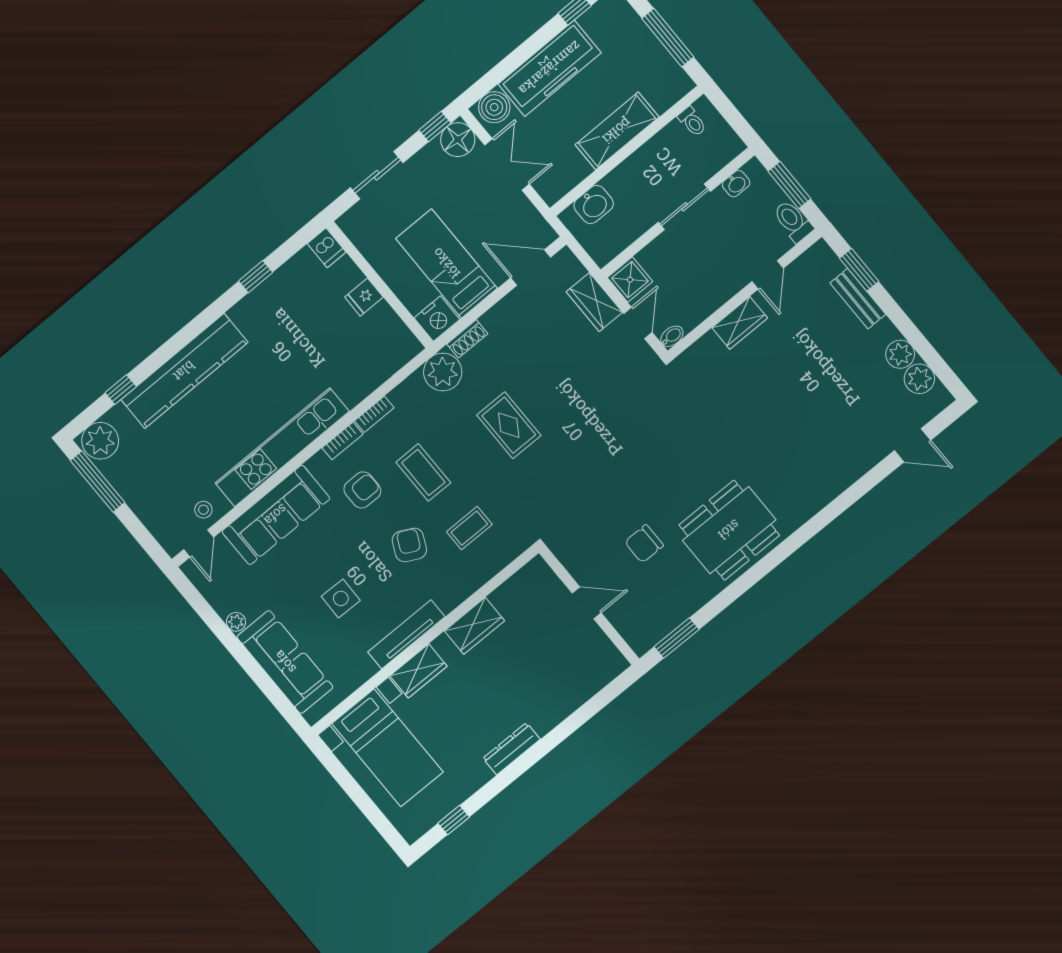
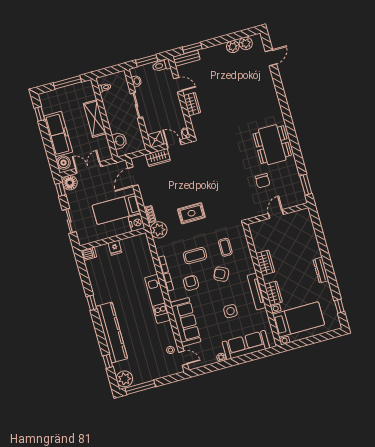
window: (256, 277) -> (92, 303), moved
bench: (858, 299) -> (186, 58), moved
kitchen unit: (282, 447) -> (157, 299), width x0.73

